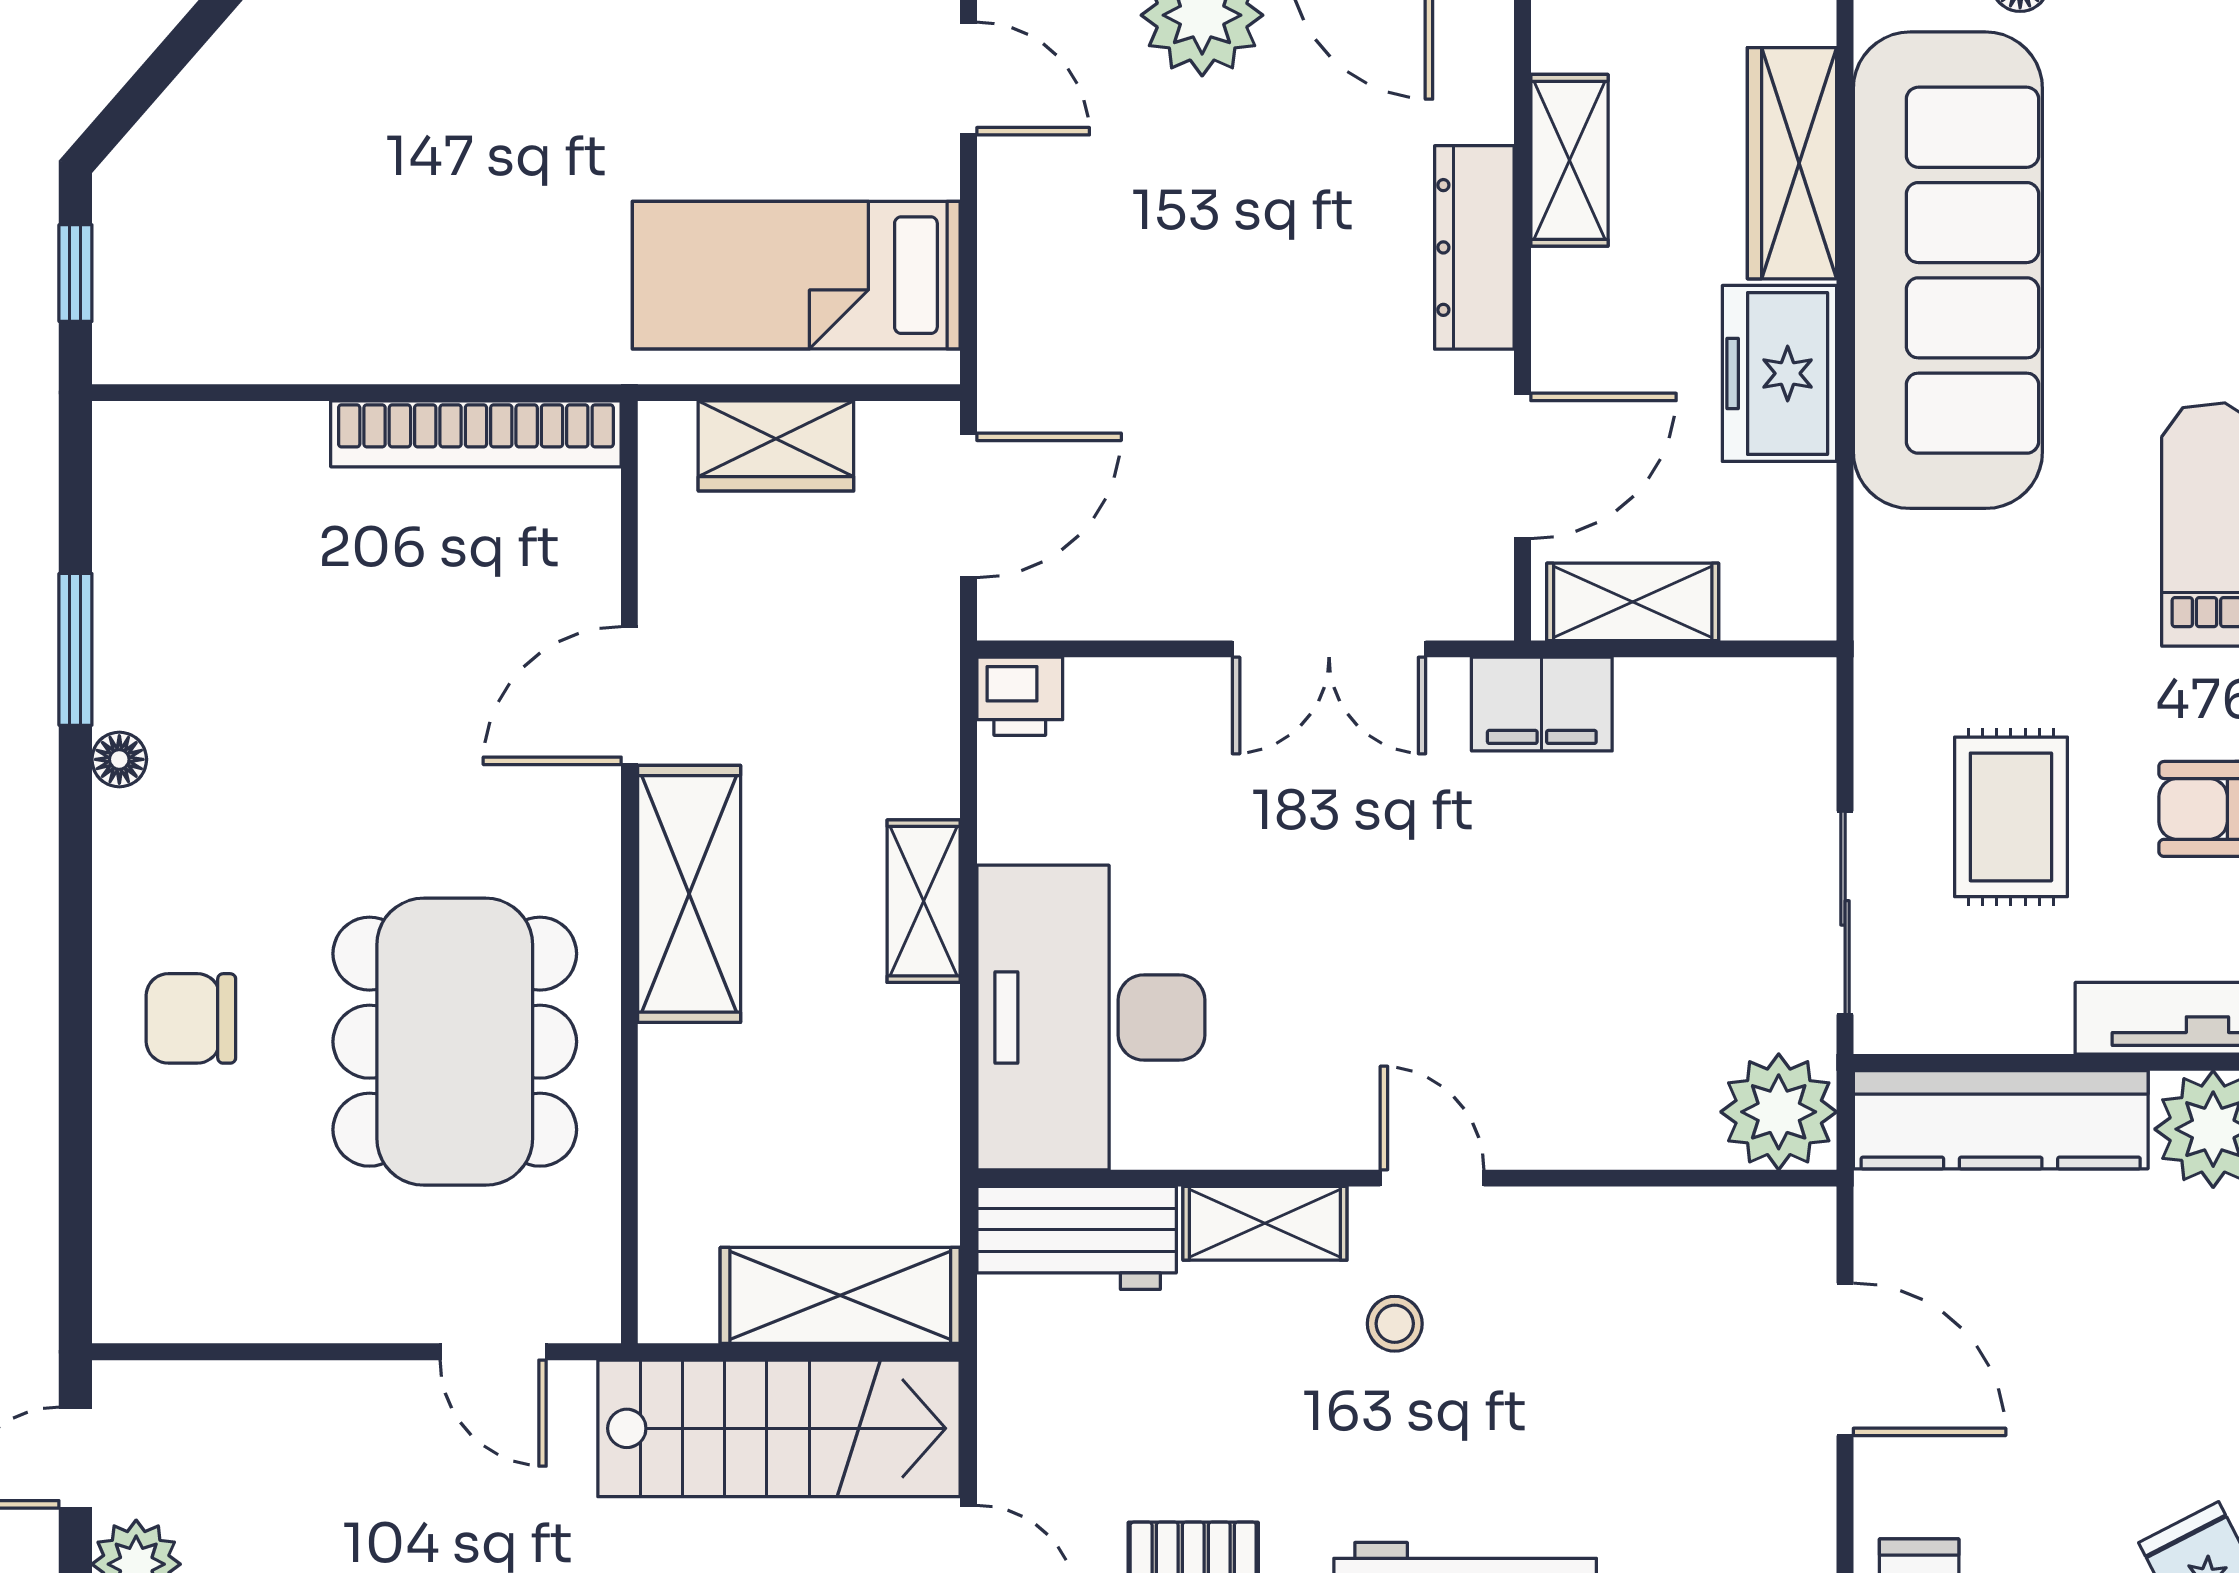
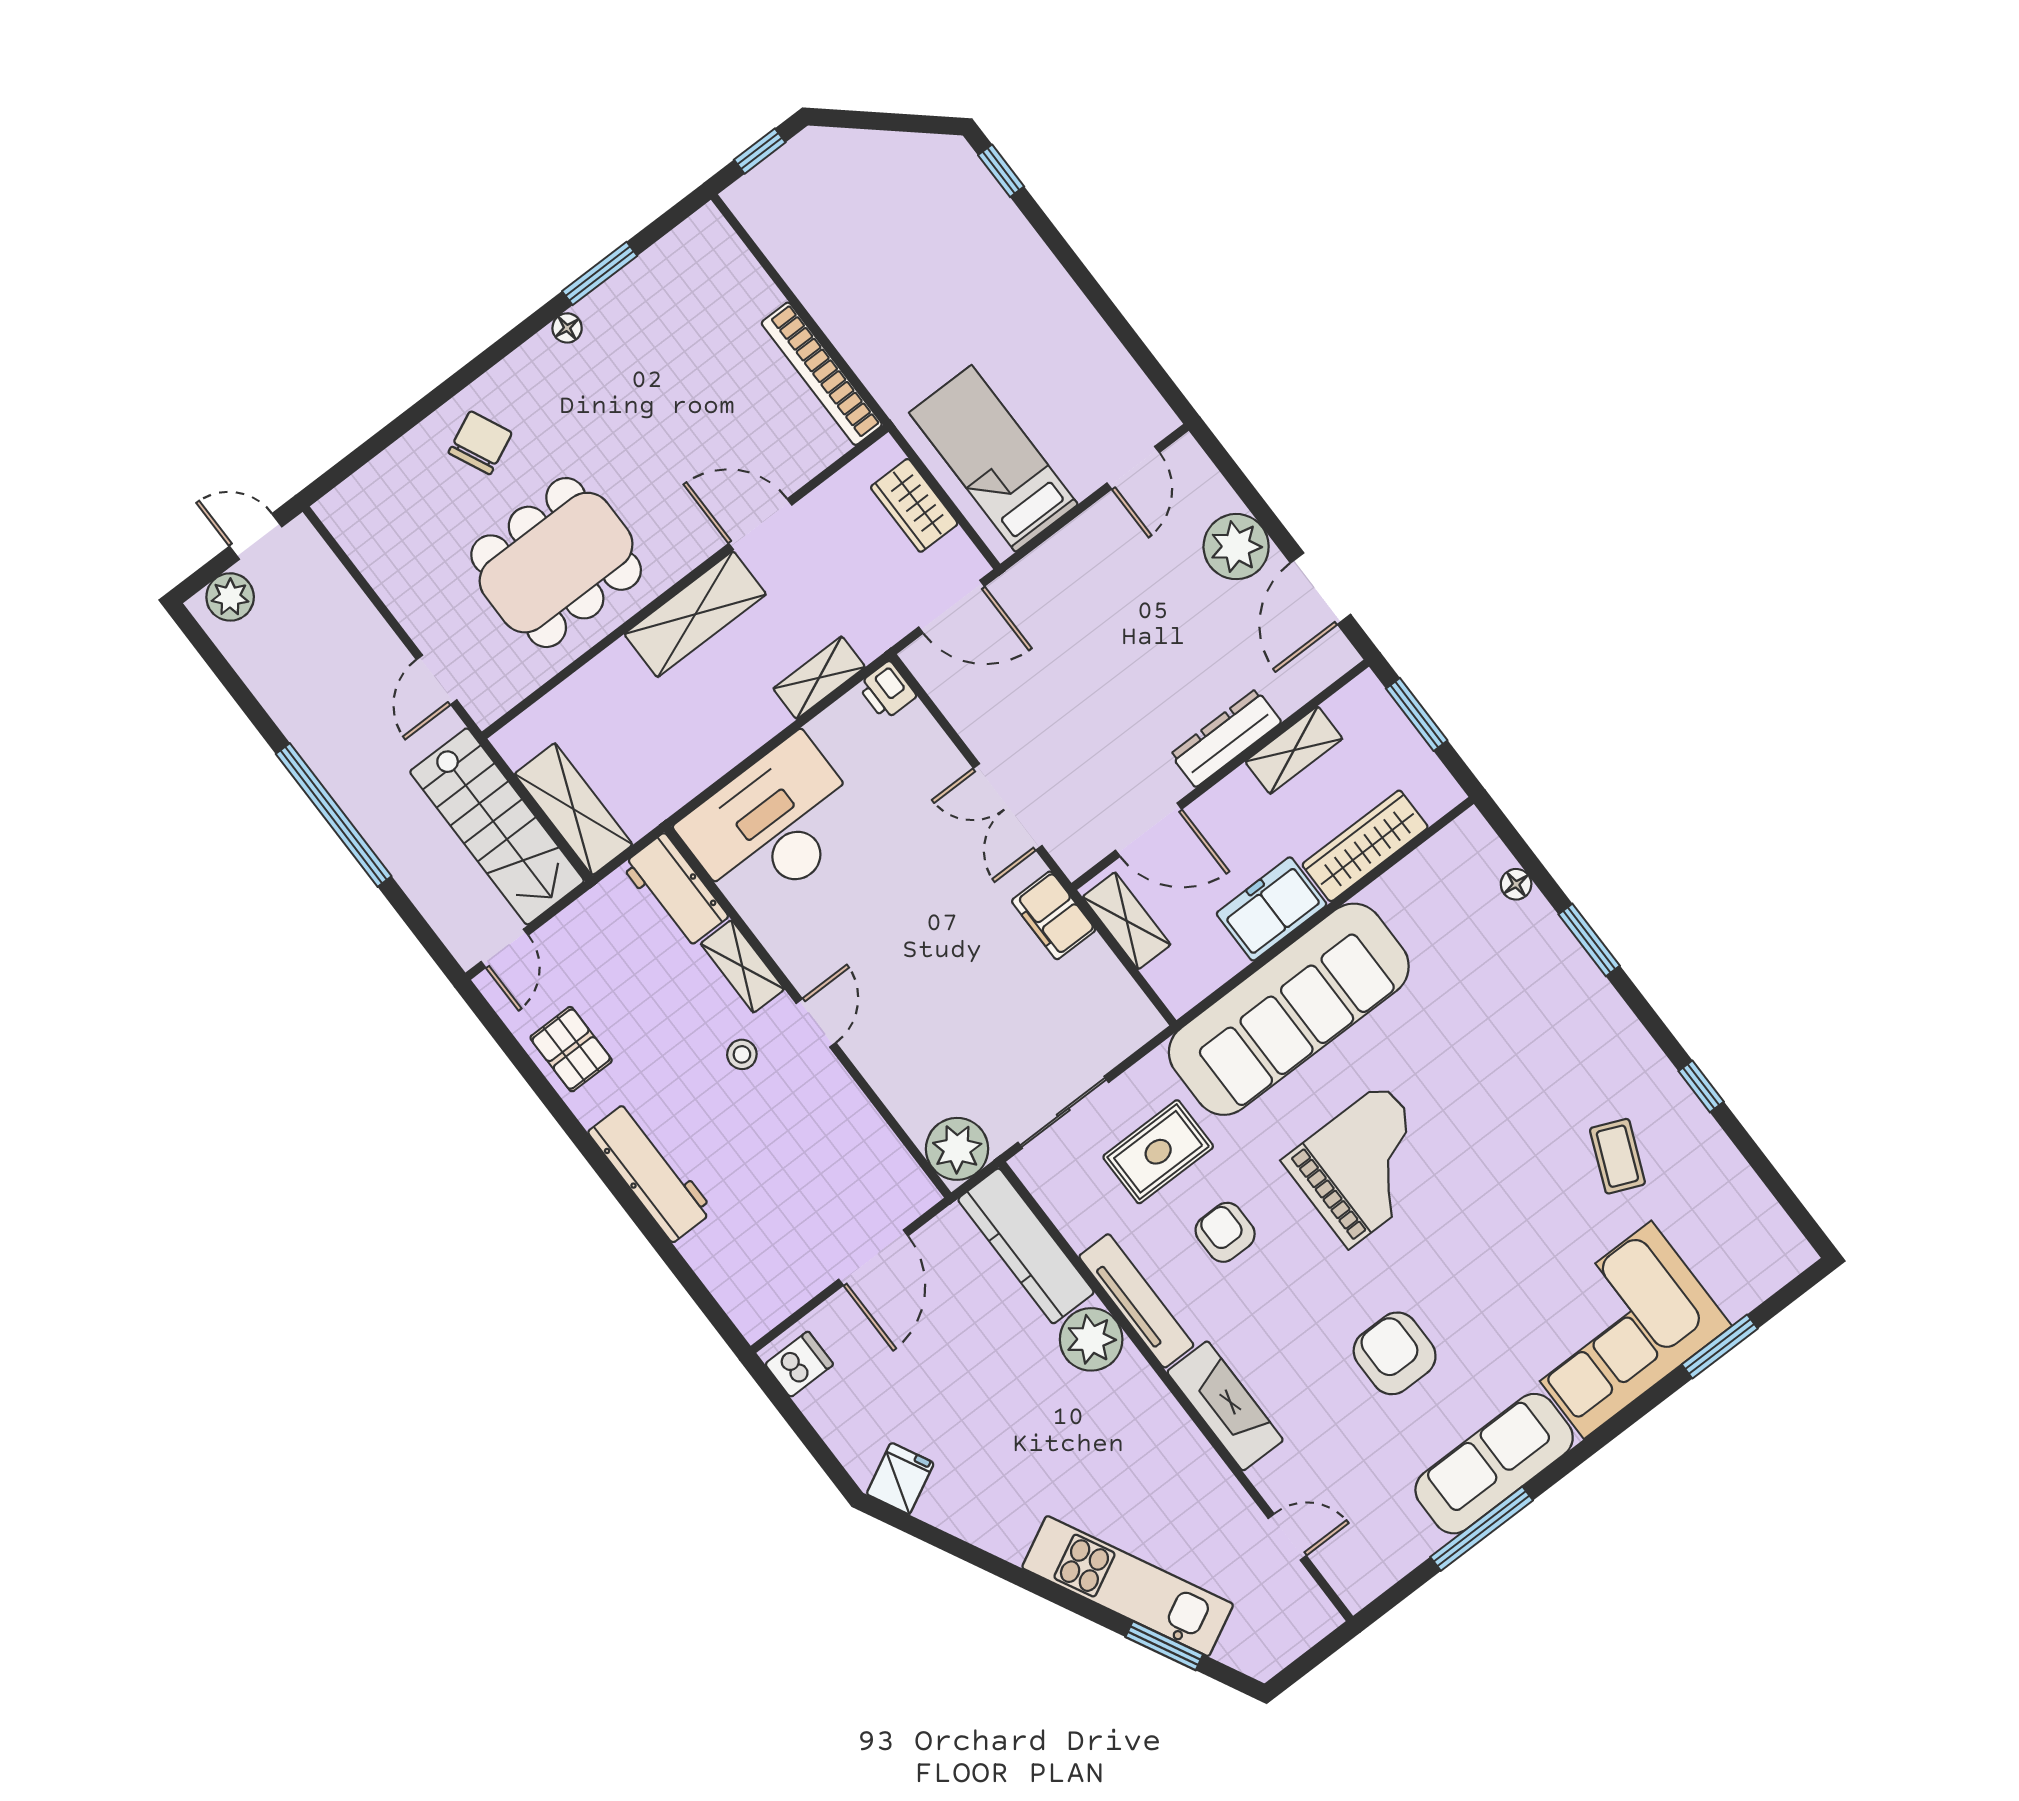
sofa: (1948, 270) -> (1289, 1009), moved
shelving: (924, 901) -> (819, 678), moved
chair: (191, 1018) -> (480, 443), turned 65

